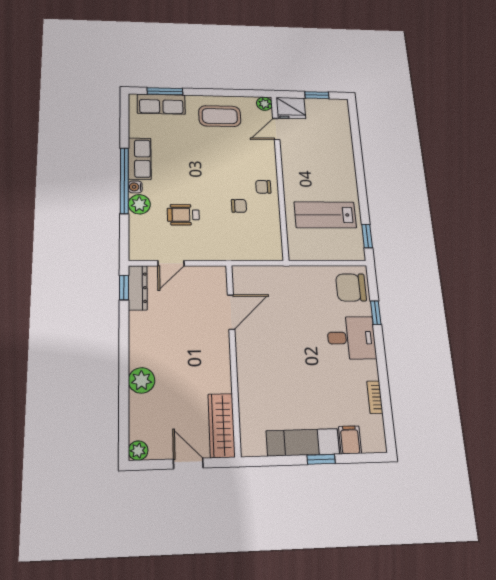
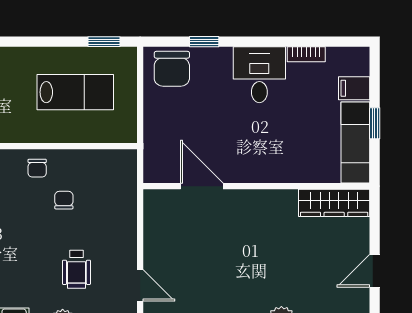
lab bench: (325, 215) -> (75, 92), turned -90
door: (231, 312) -> (202, 186), moved
desk: (351, 338) -> (259, 75), moved
wall: (233, 357) -> (256, 186), moved
wardrobe: (221, 425) -> (334, 203), moved

